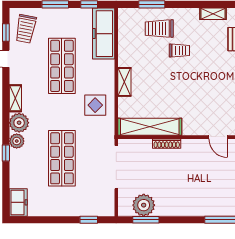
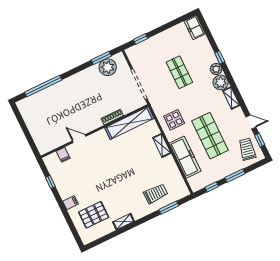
freezer: (104, 34) -> (185, 157), moved
trolley: (179, 51) -> (134, 185), removed
shop shelf: (62, 158) -> (179, 72), width x0.70, depth x0.74

